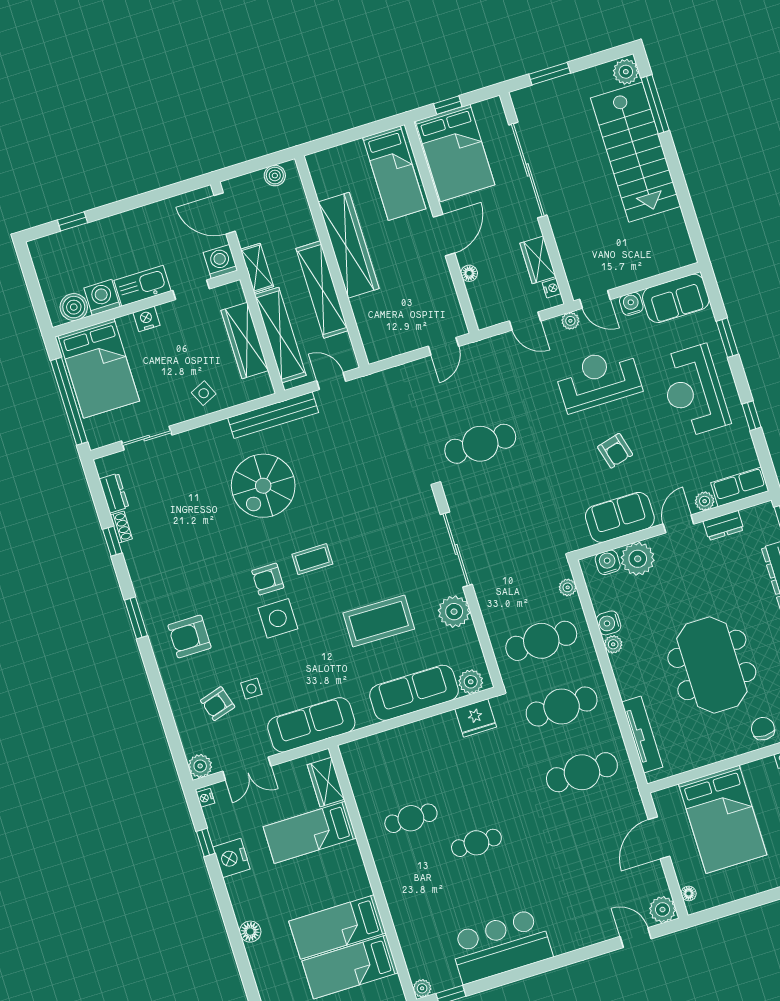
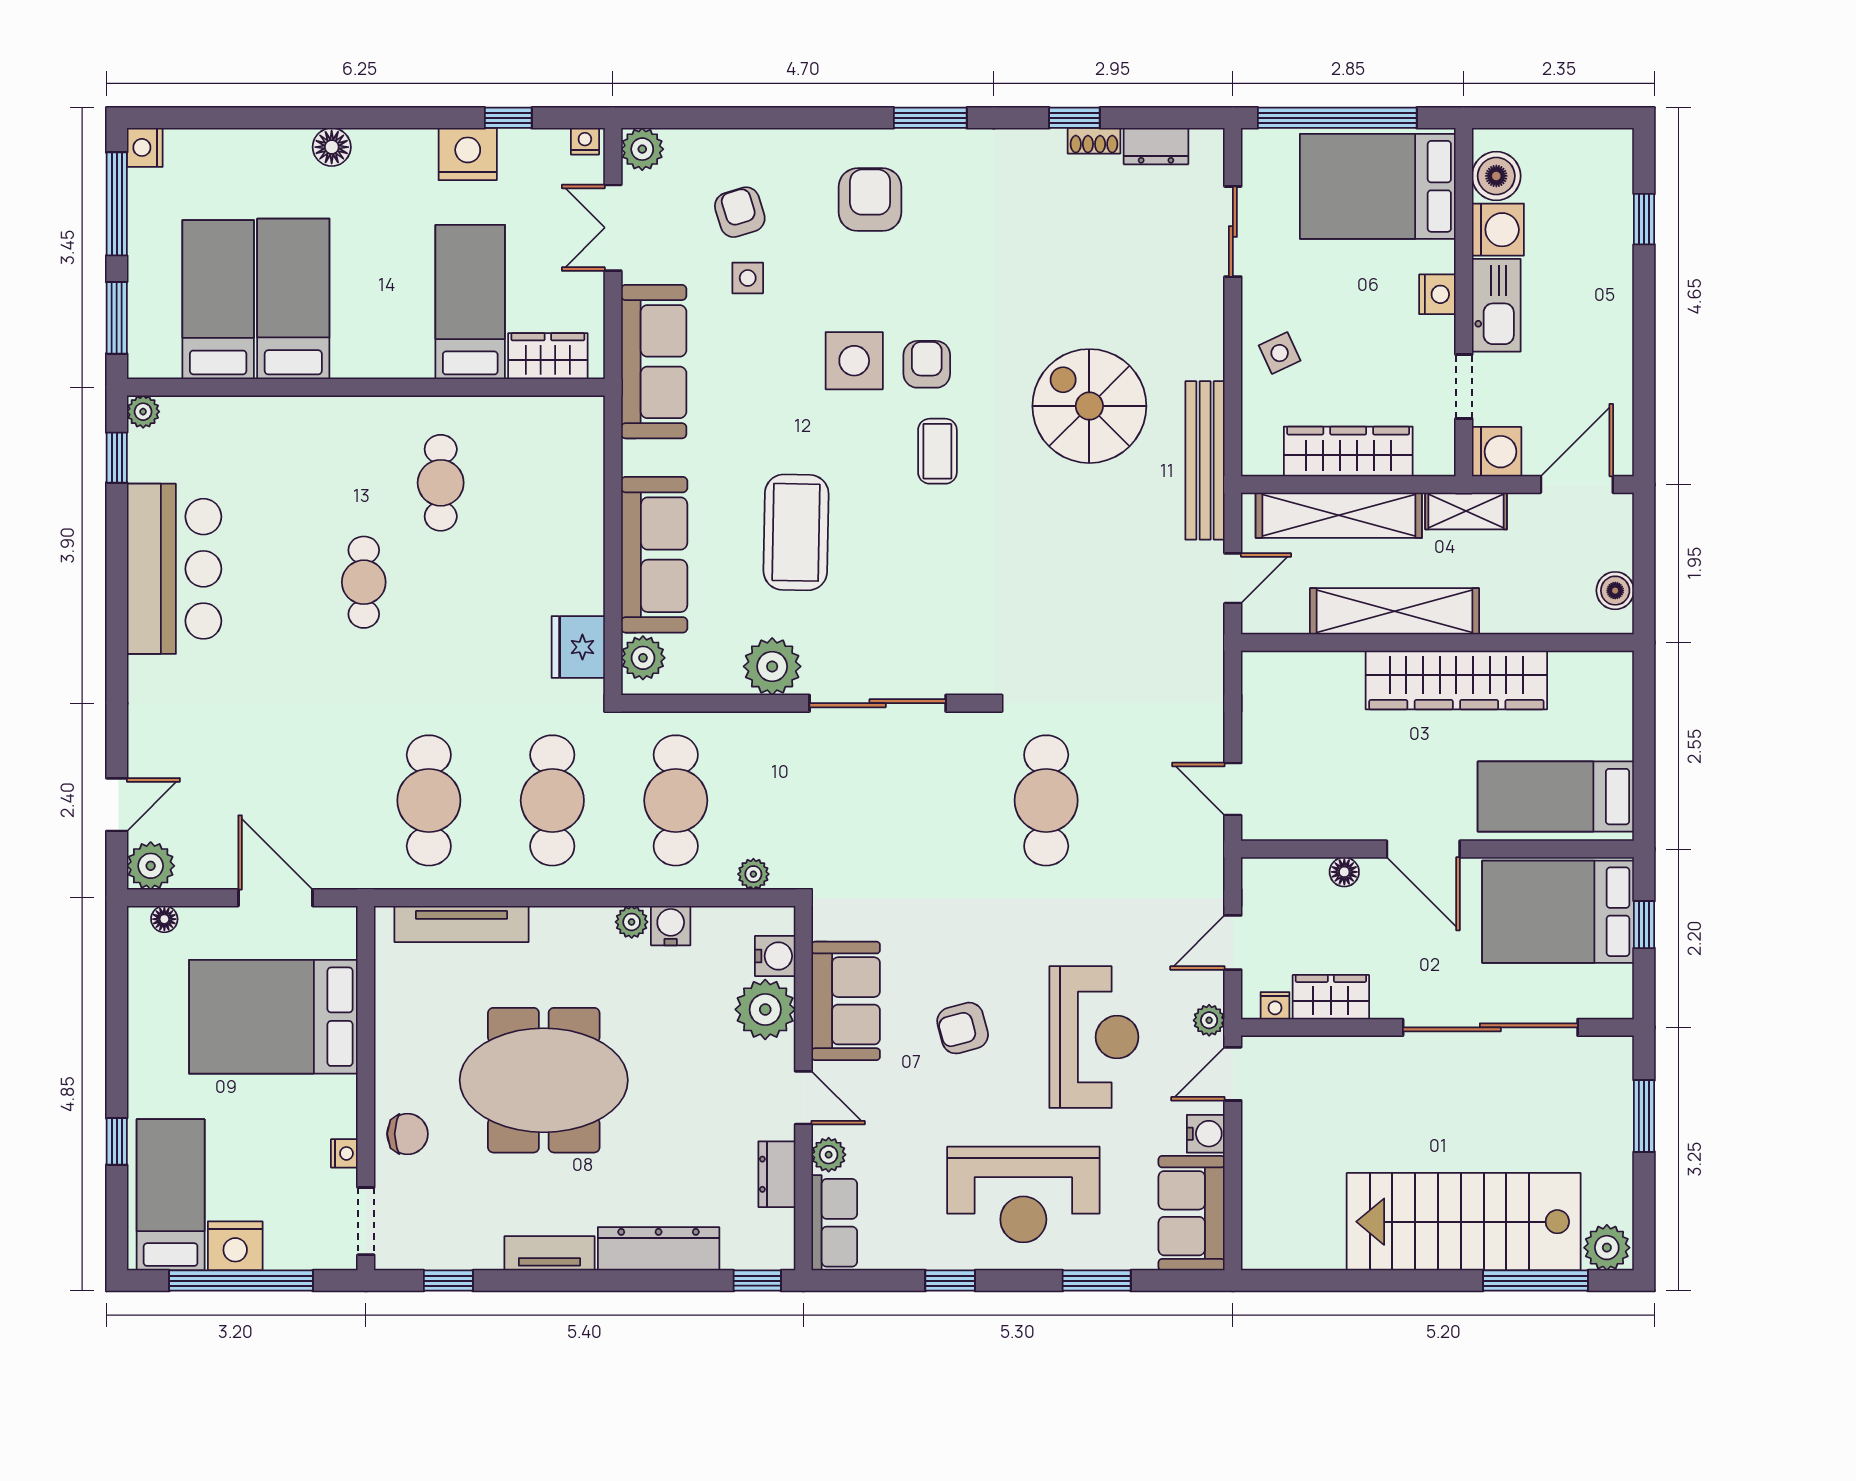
reception desk: (694, 391) -> (1023, 1194), turned 180

